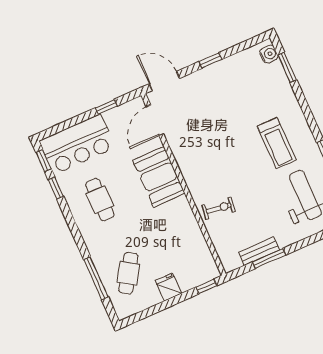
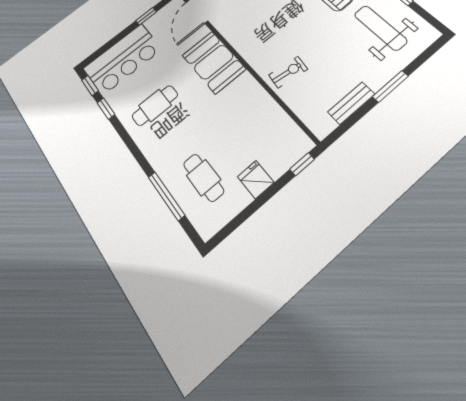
cafe table: (100, 200) -> (155, 105), turned 90
window: (269, 258) -> (390, 86), moved
cafe table: (128, 273) -> (204, 177), turned -33

